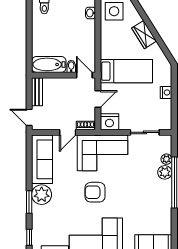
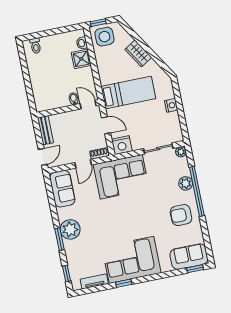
shower: (87, 28) -> (81, 59), added
bathtub: (49, 64) -> (51, 101), removed
door: (98, 99) -> (106, 125), hinge flipped
door: (29, 117) -> (43, 157), swing flipped
sofa: (42, 159) -> (62, 189), width x0.73
plant: (166, 159) -> (181, 152), moved
armchair: (95, 192) -> (181, 215), moved

